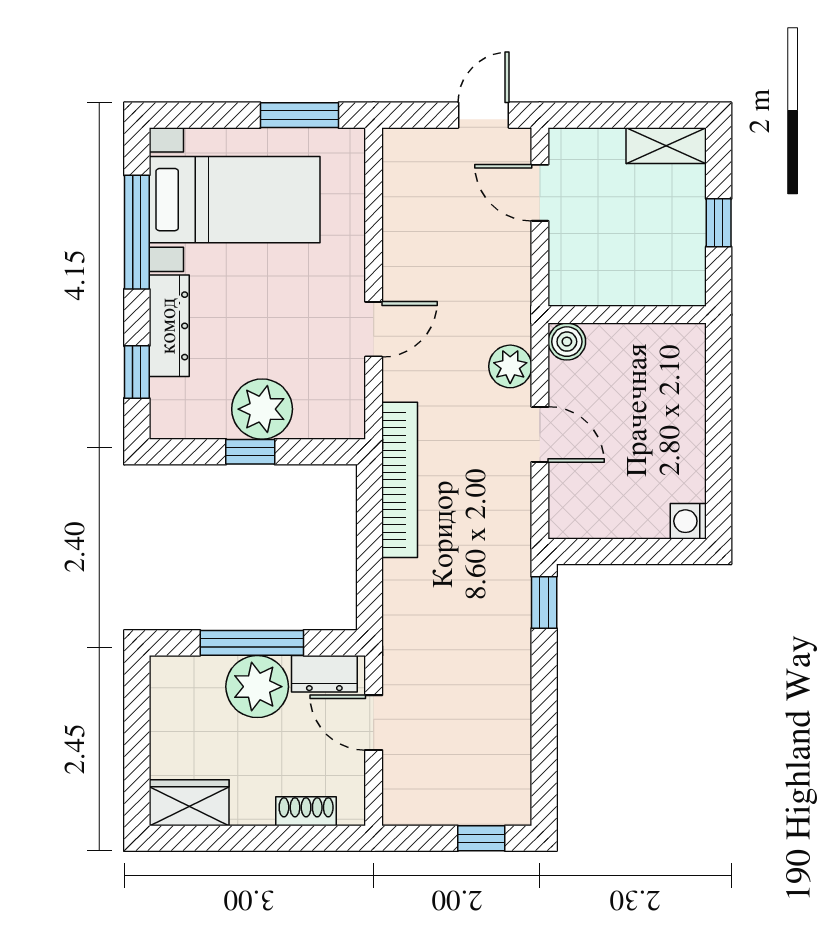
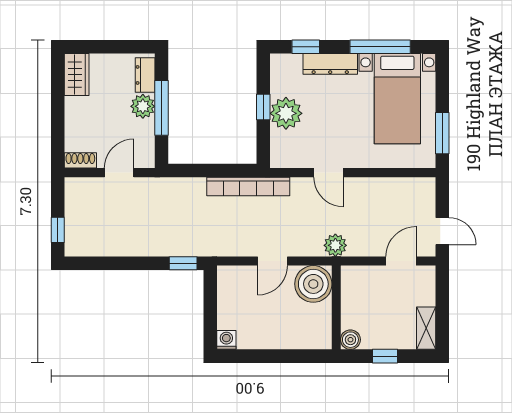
boiler: (688, 288) -> (350, 340), added
boiler: (567, 342) -> (313, 284), width x1.86, depth x1.86
plant: (510, 366) -> (335, 245), moved
dresser: (324, 674) -> (145, 75), moved
plant: (257, 687) -> (143, 106), width x0.73, depth x0.73
shoe rack: (306, 811) -> (80, 160), moved, turned -90

